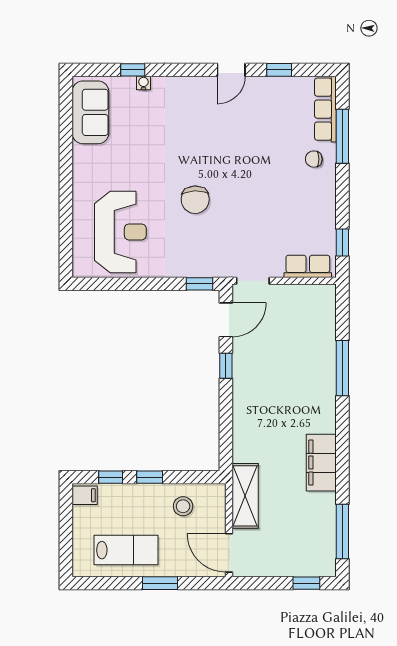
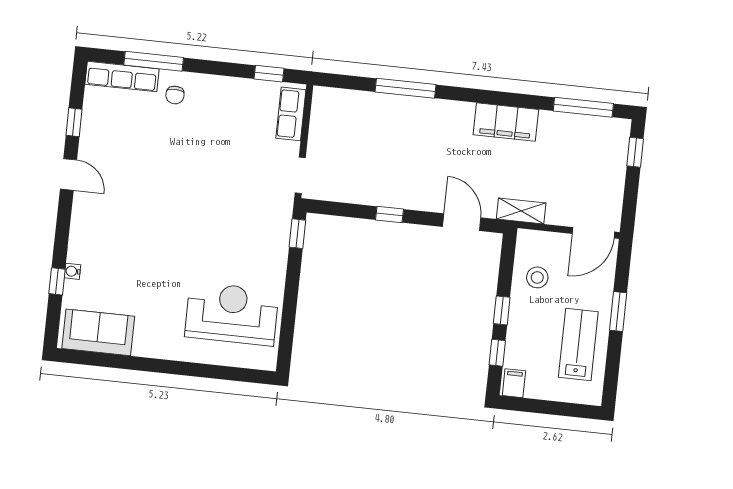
chair: (195, 200) -> (205, 229), removed
door: (226, 320) -> (462, 222), moved
shelving: (245, 496) -> (521, 211), width x0.67, depth x0.75

